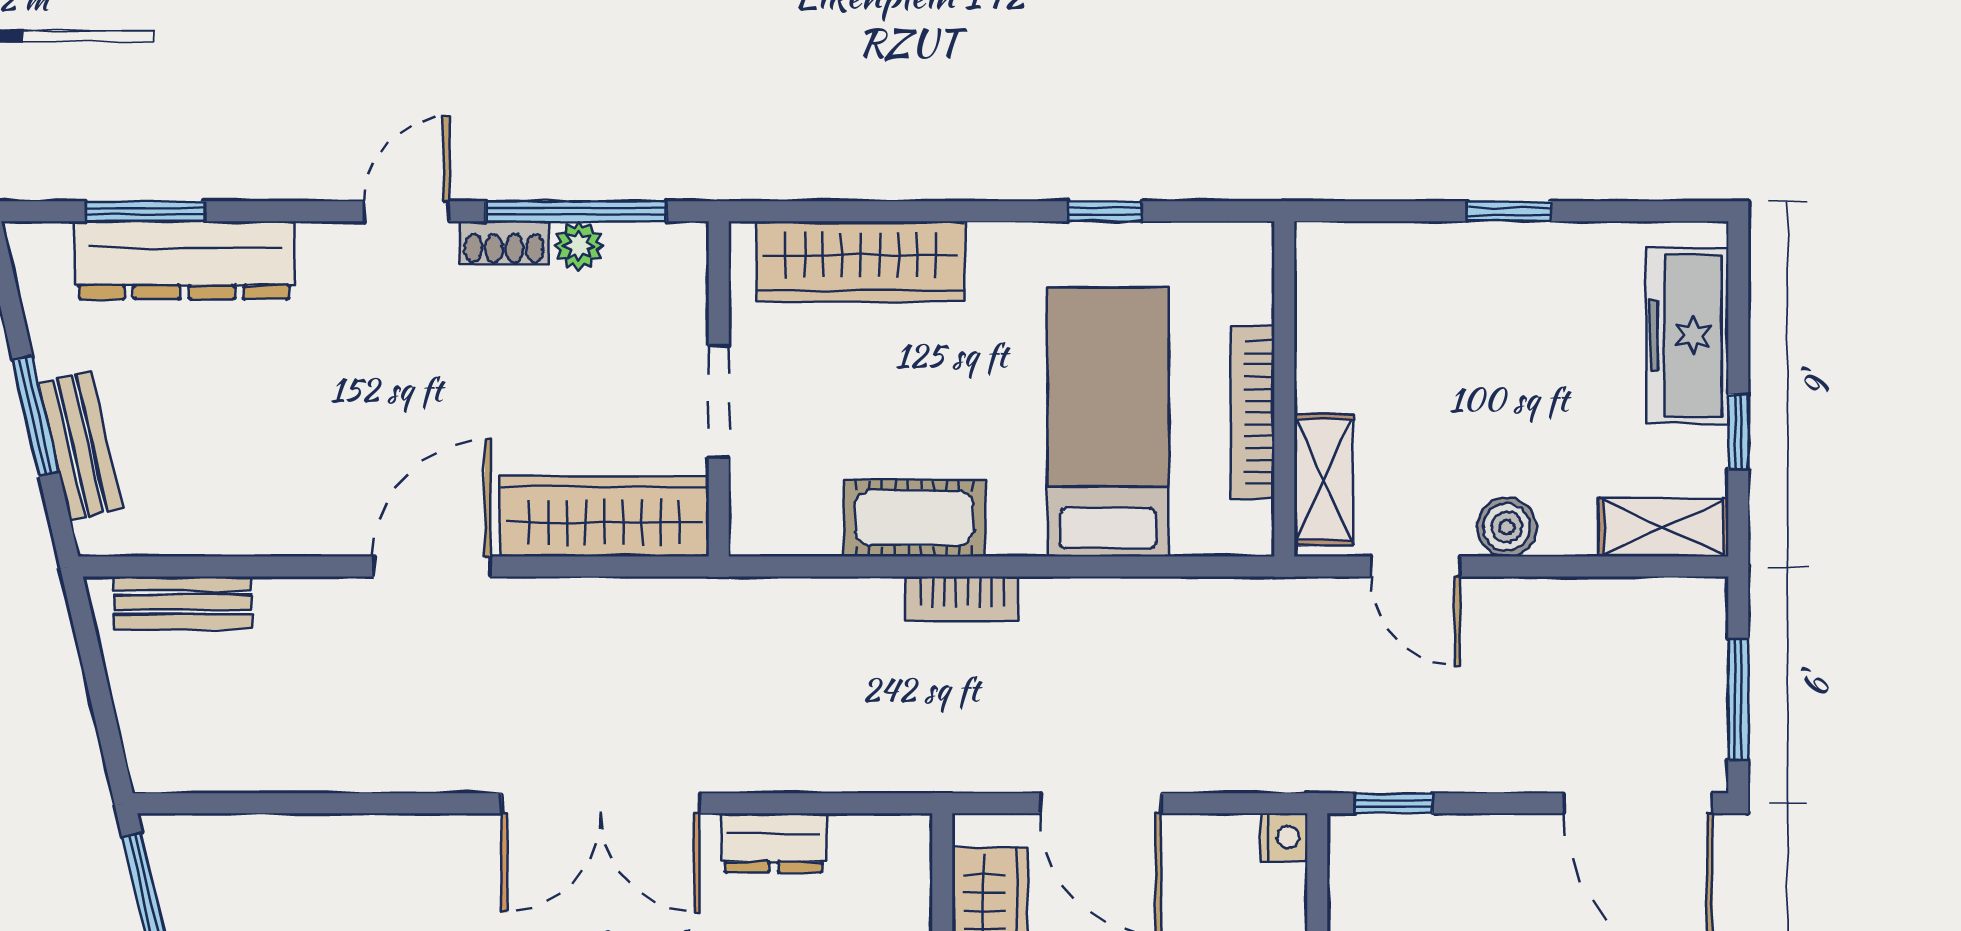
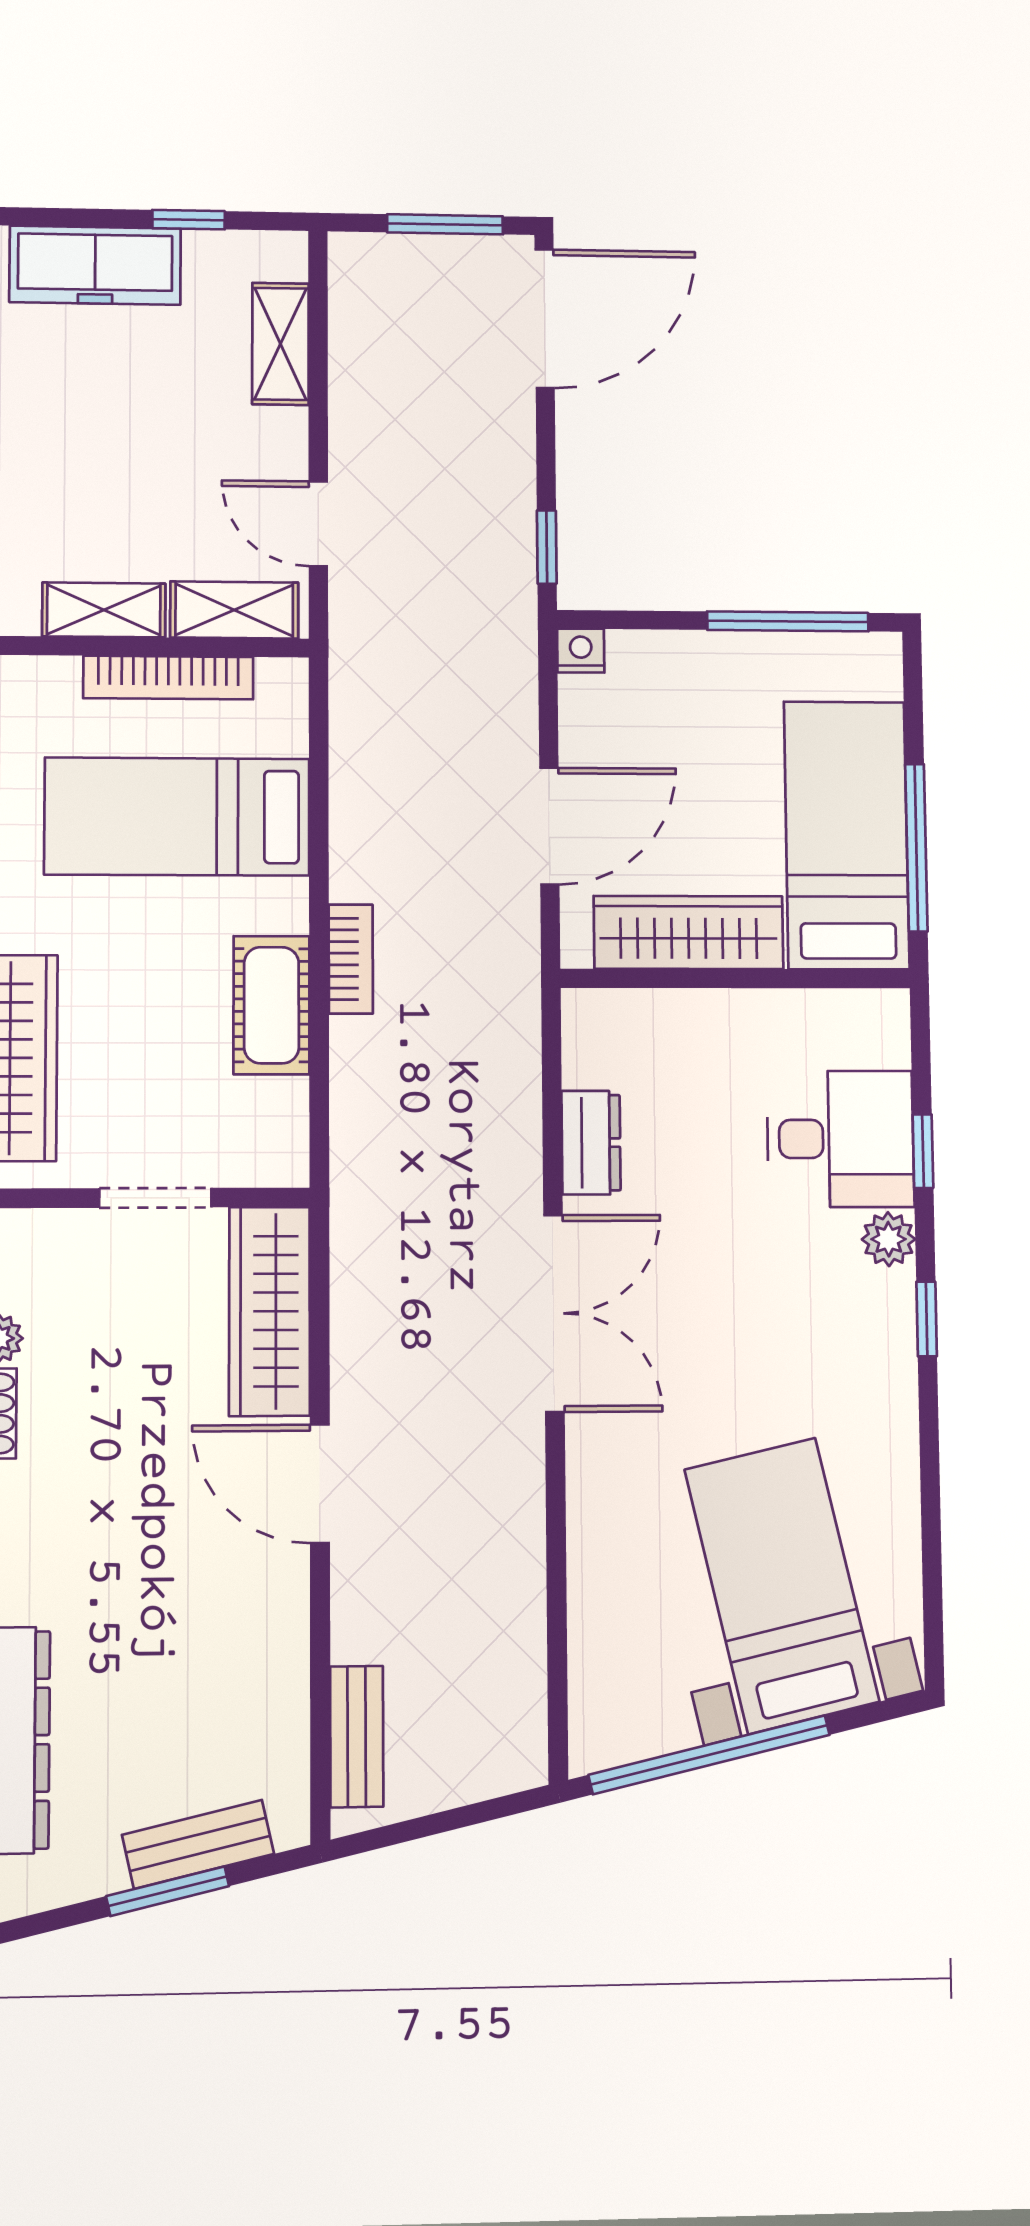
shelving: (1322, 346) -> (104, 610), added
boiler: (1507, 527) -> (280, 437), removed
shelving: (1663, 527) -> (280, 344), moved
door: (1415, 566) -> (318, 524), swing flipped

